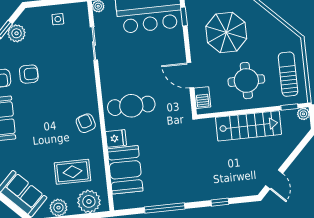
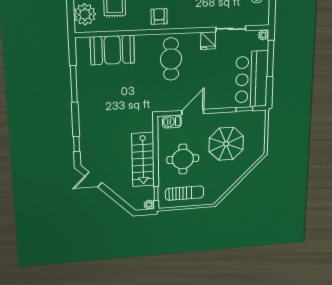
armchair: (86, 123) -> (159, 16), turned -74
fridge: (116, 138) -> (208, 41), moved
window: (220, 202) -> (77, 144), moved

